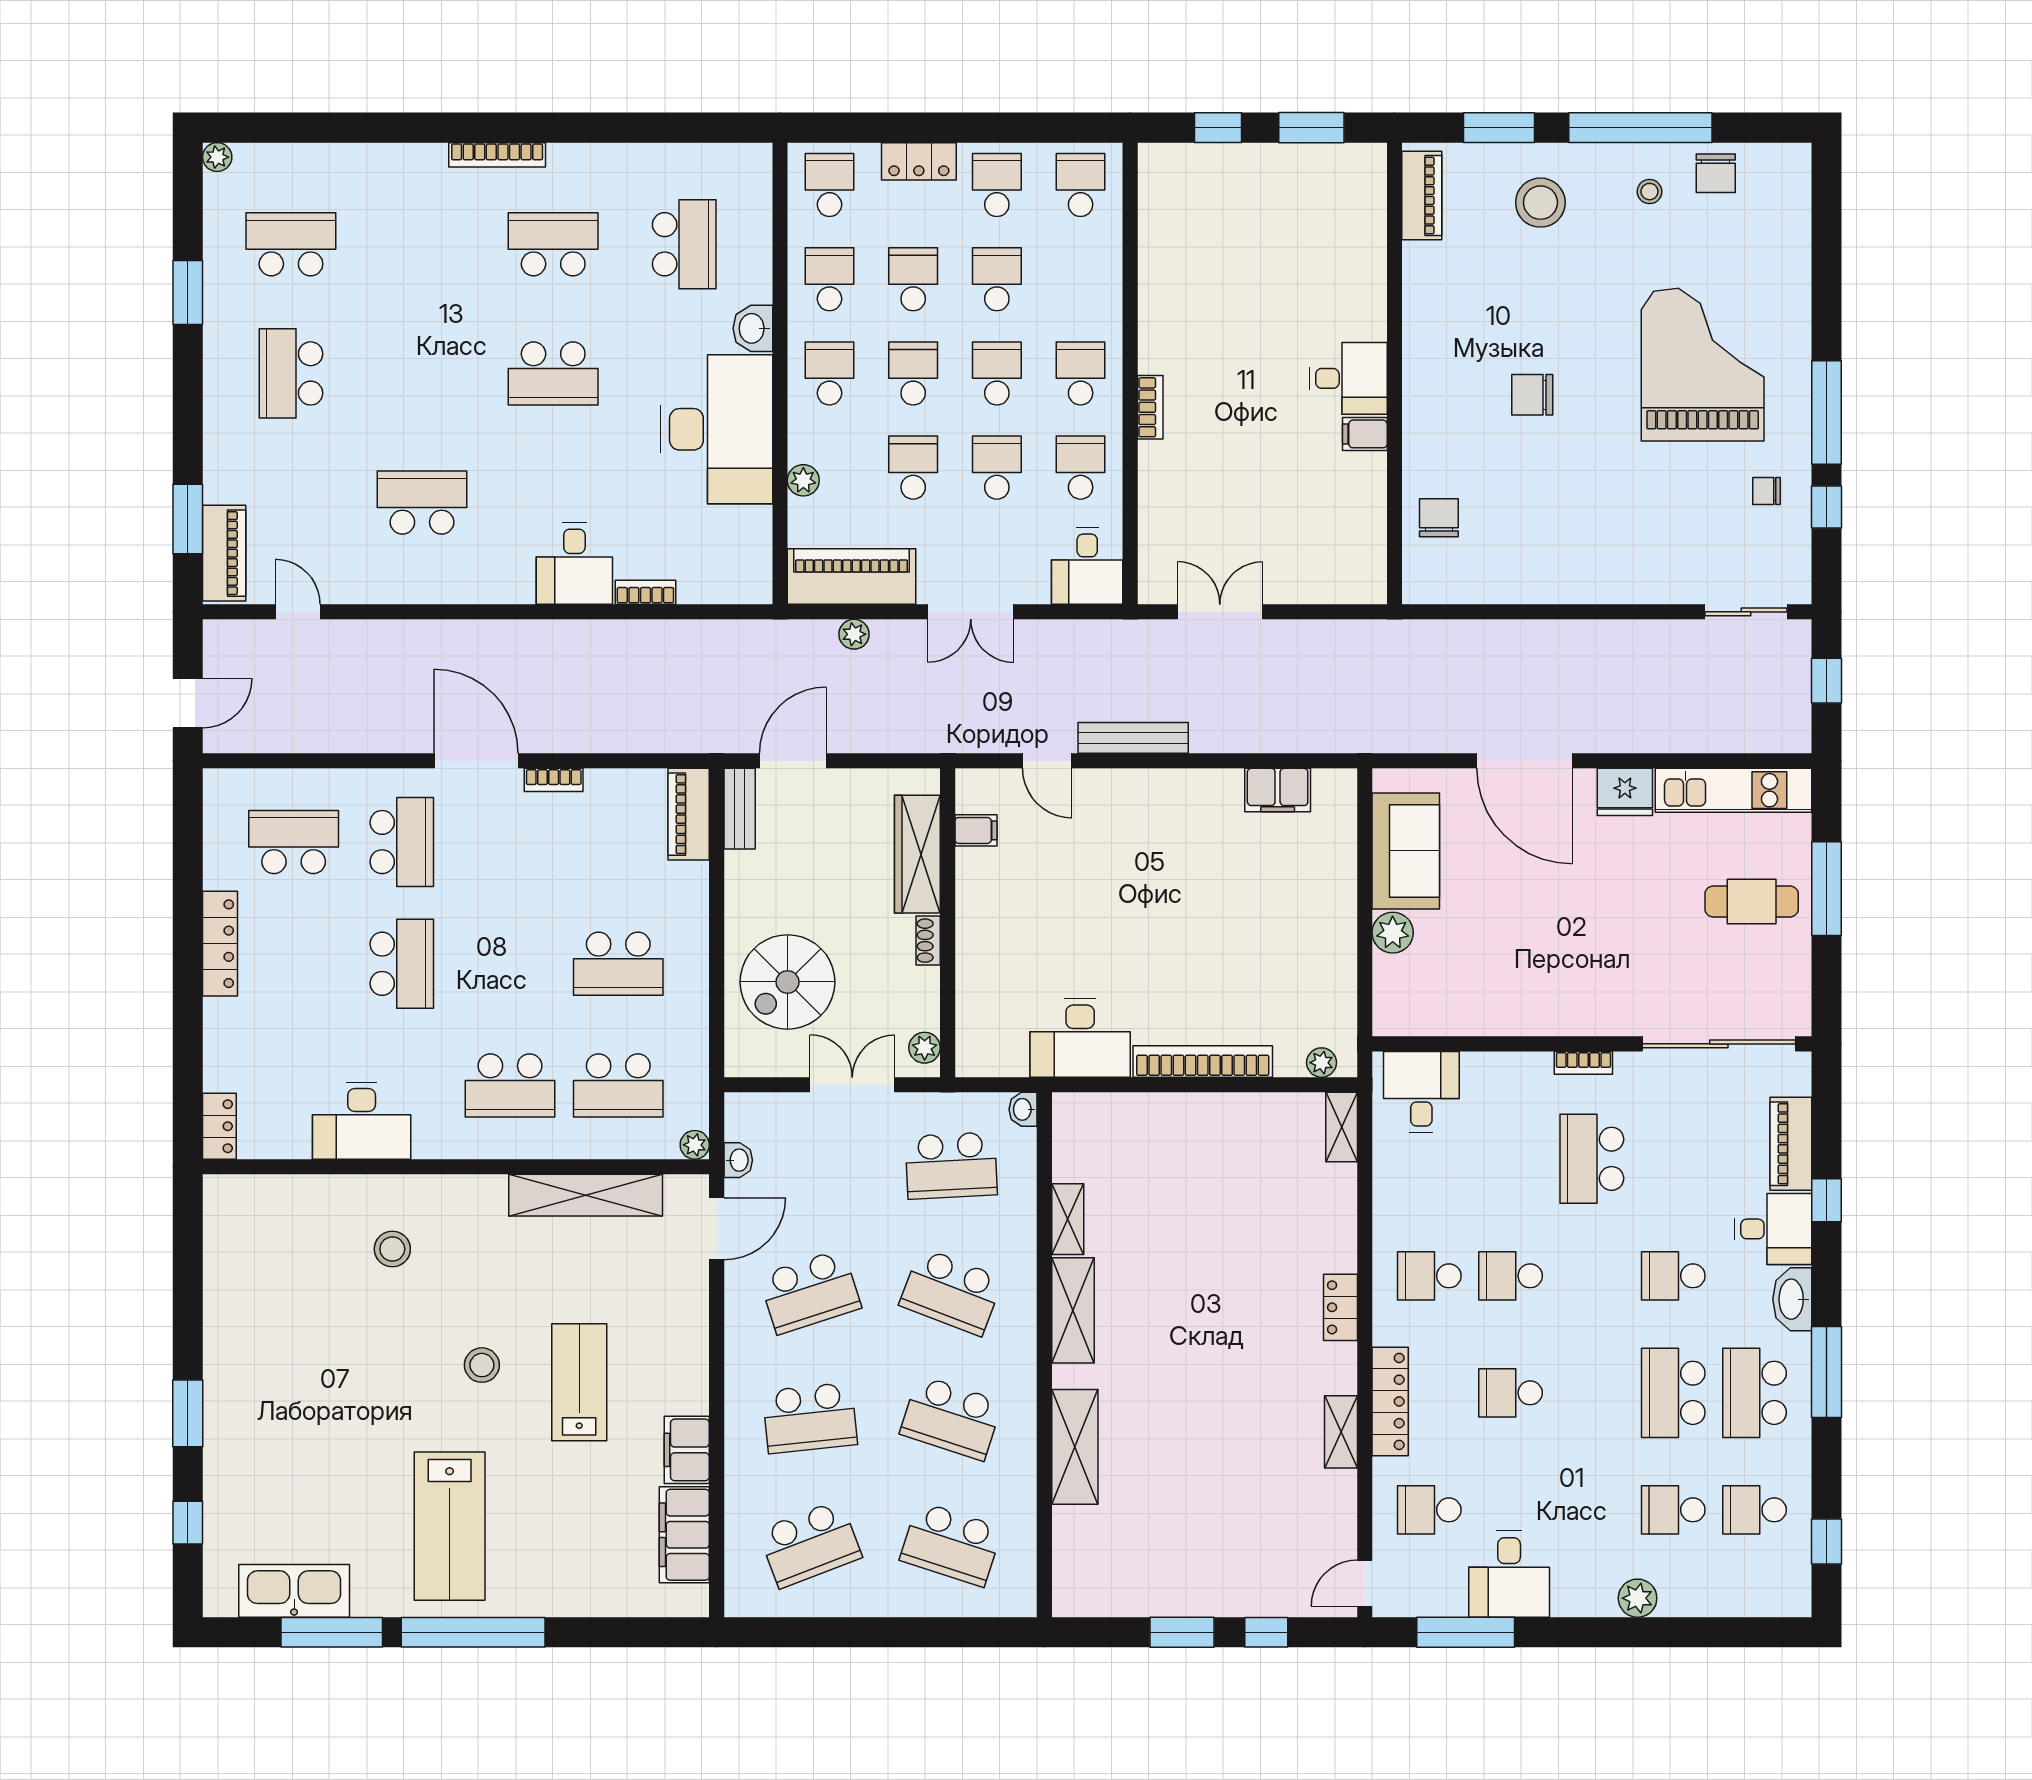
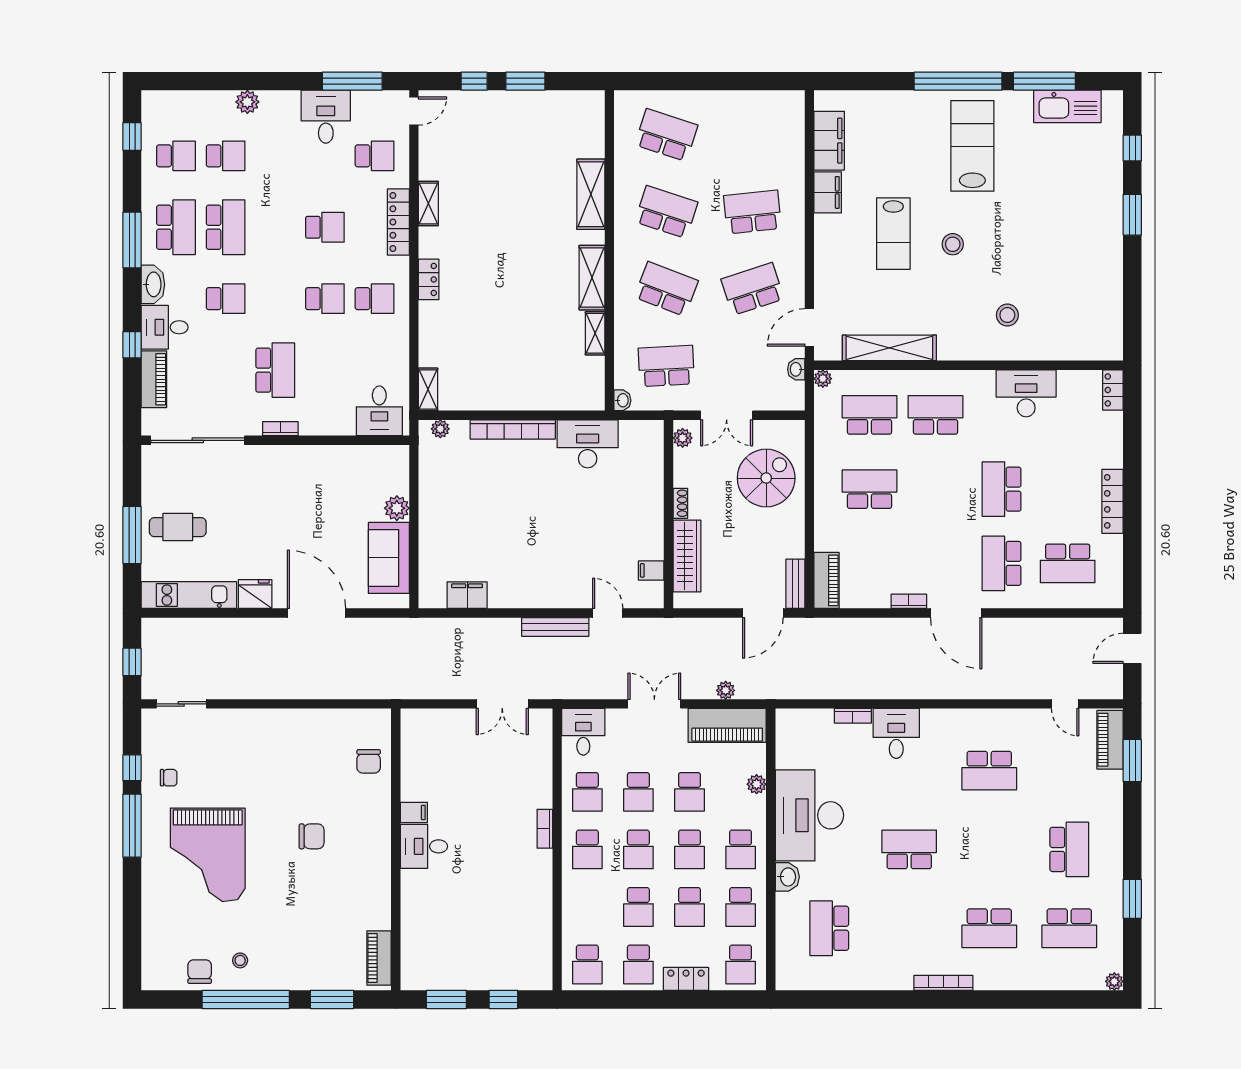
stool: (1540, 203) -> (307, 954), removed
school desk: (553, 244) -> (989, 928), moved
school desk: (810, 1544) -> (753, 135), removed

